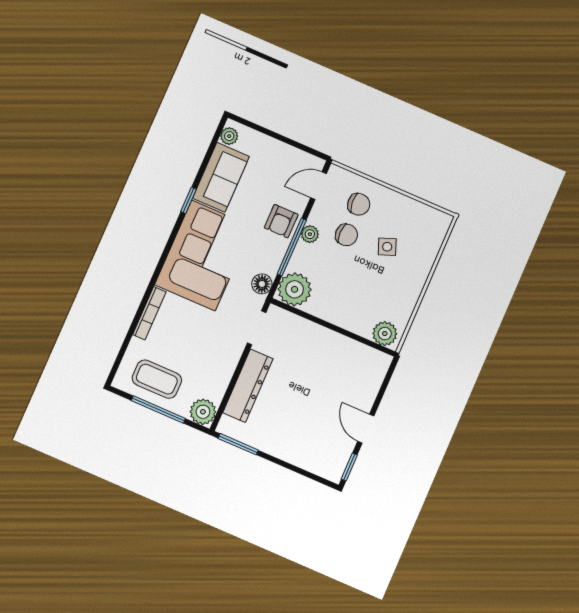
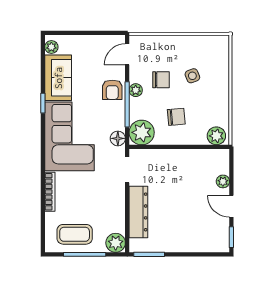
chair: (359, 204) -> (176, 117), moved
plant: (369, 393) -> (223, 181), added

